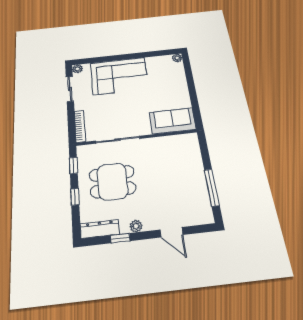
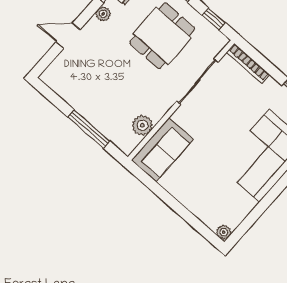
plant: (172, 142) -> (142, 125), added
window: (212, 187) -> (89, 129), moved

